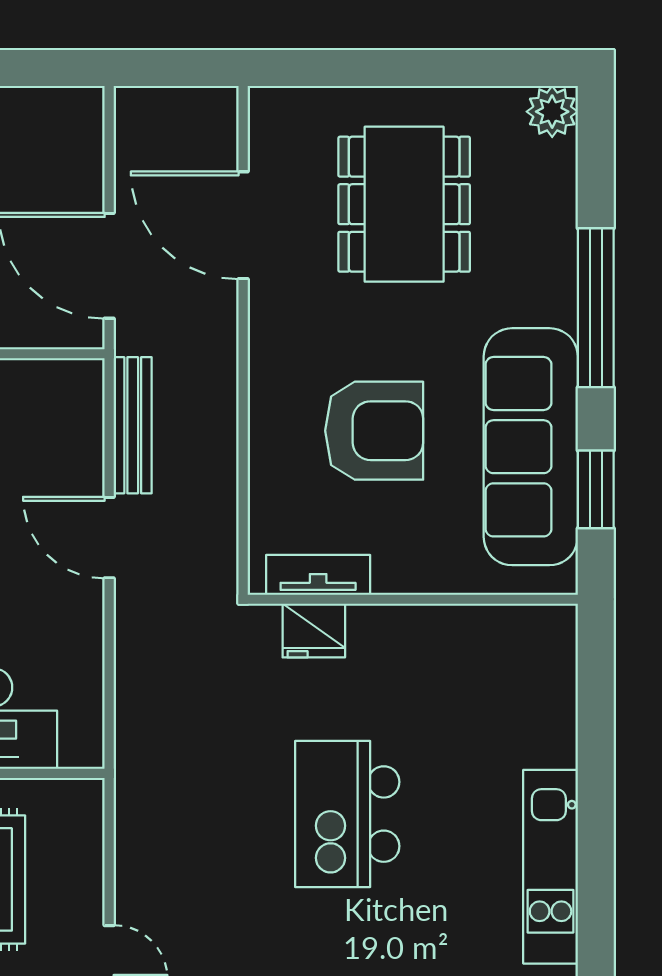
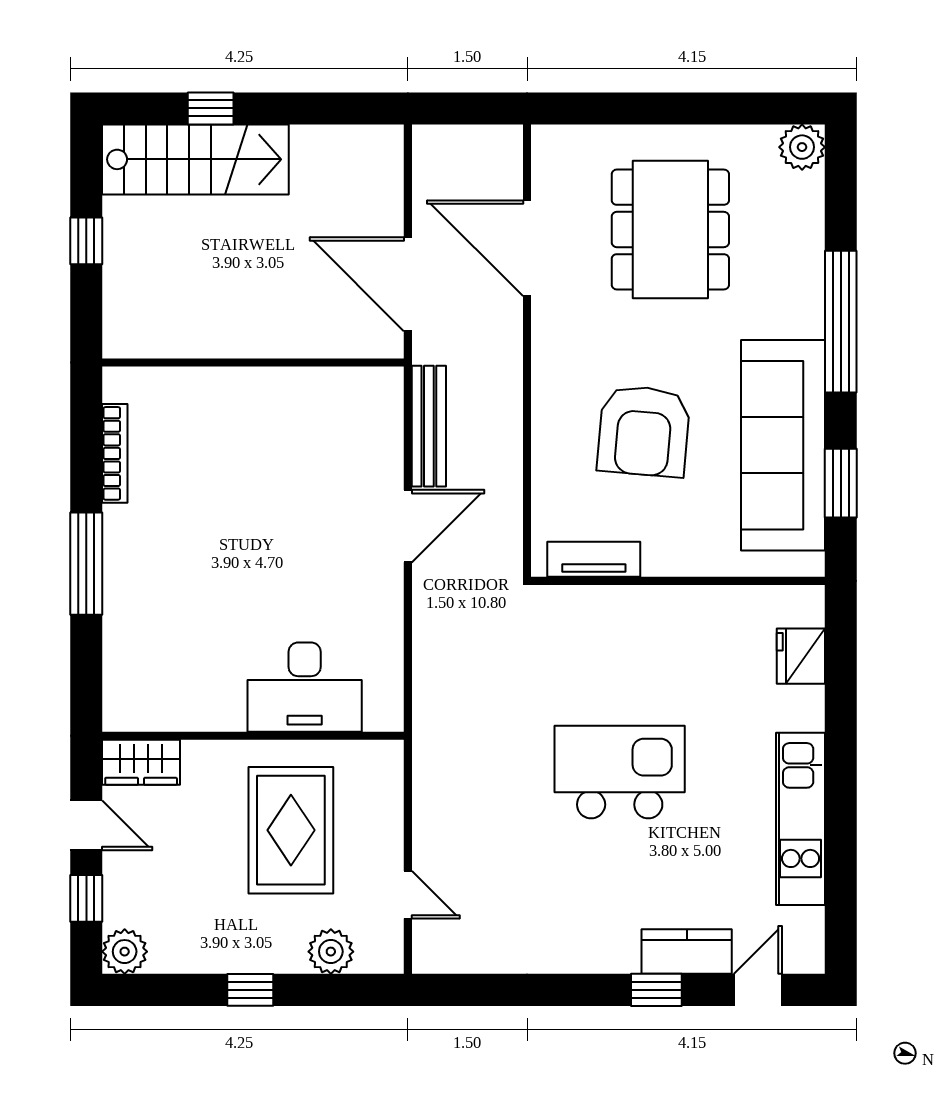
armchair: (374, 431) -> (644, 431), turned 95
door: (109, 538) -> (408, 526), swing flipped
fridge: (314, 631) -> (801, 656), moved, turned 90
kitchen island: (347, 814) -> (620, 772), turned 90

